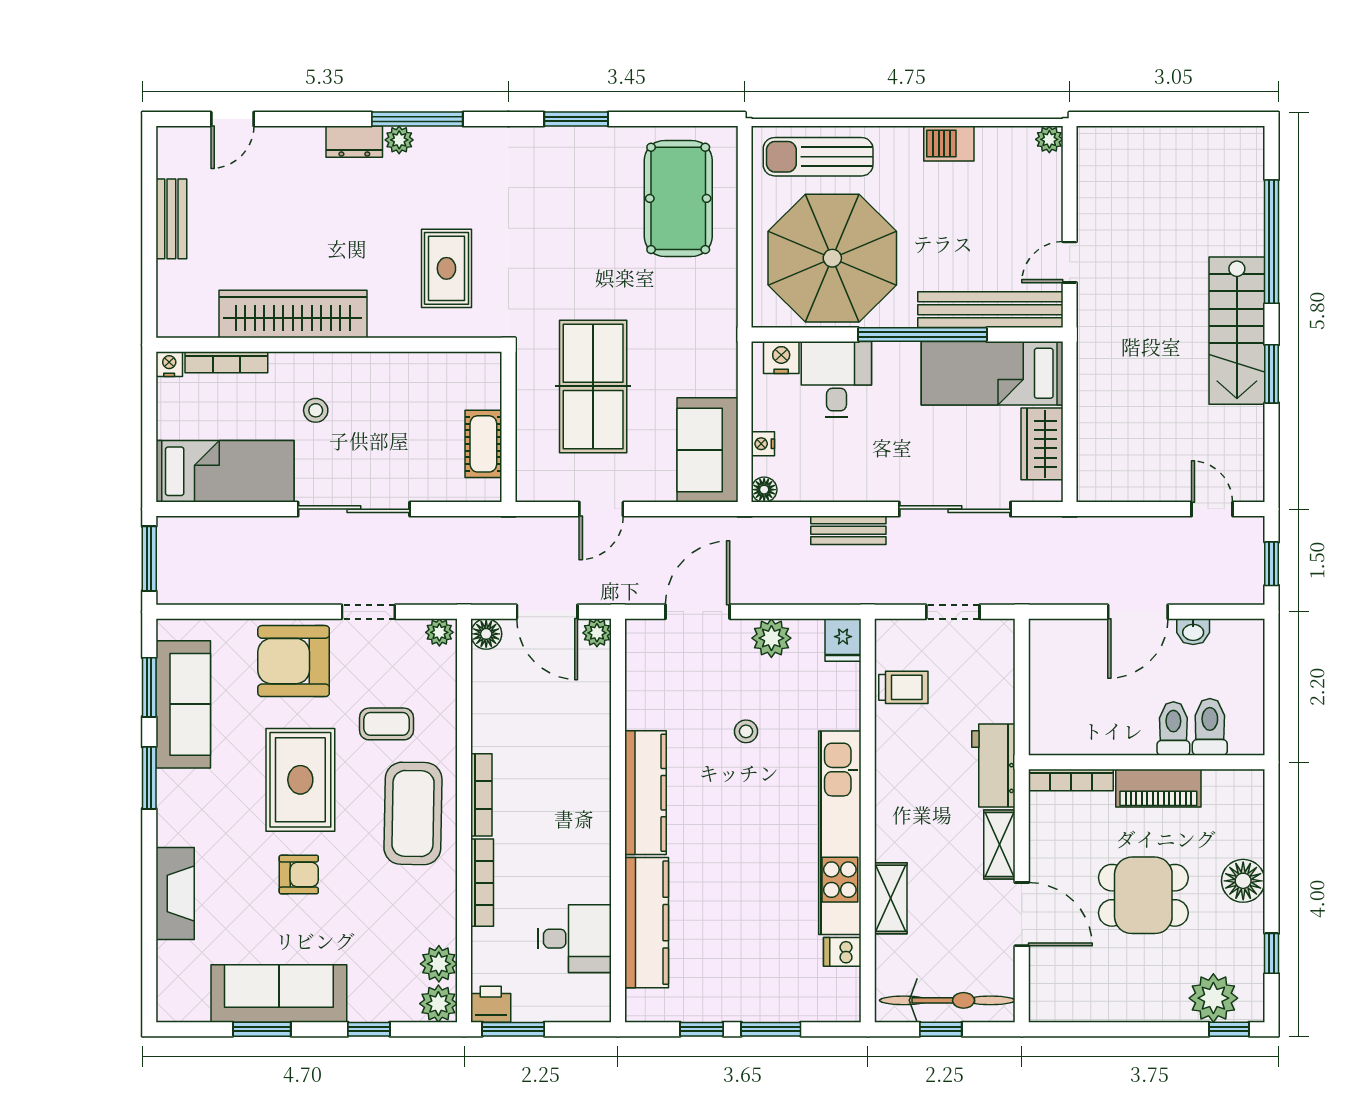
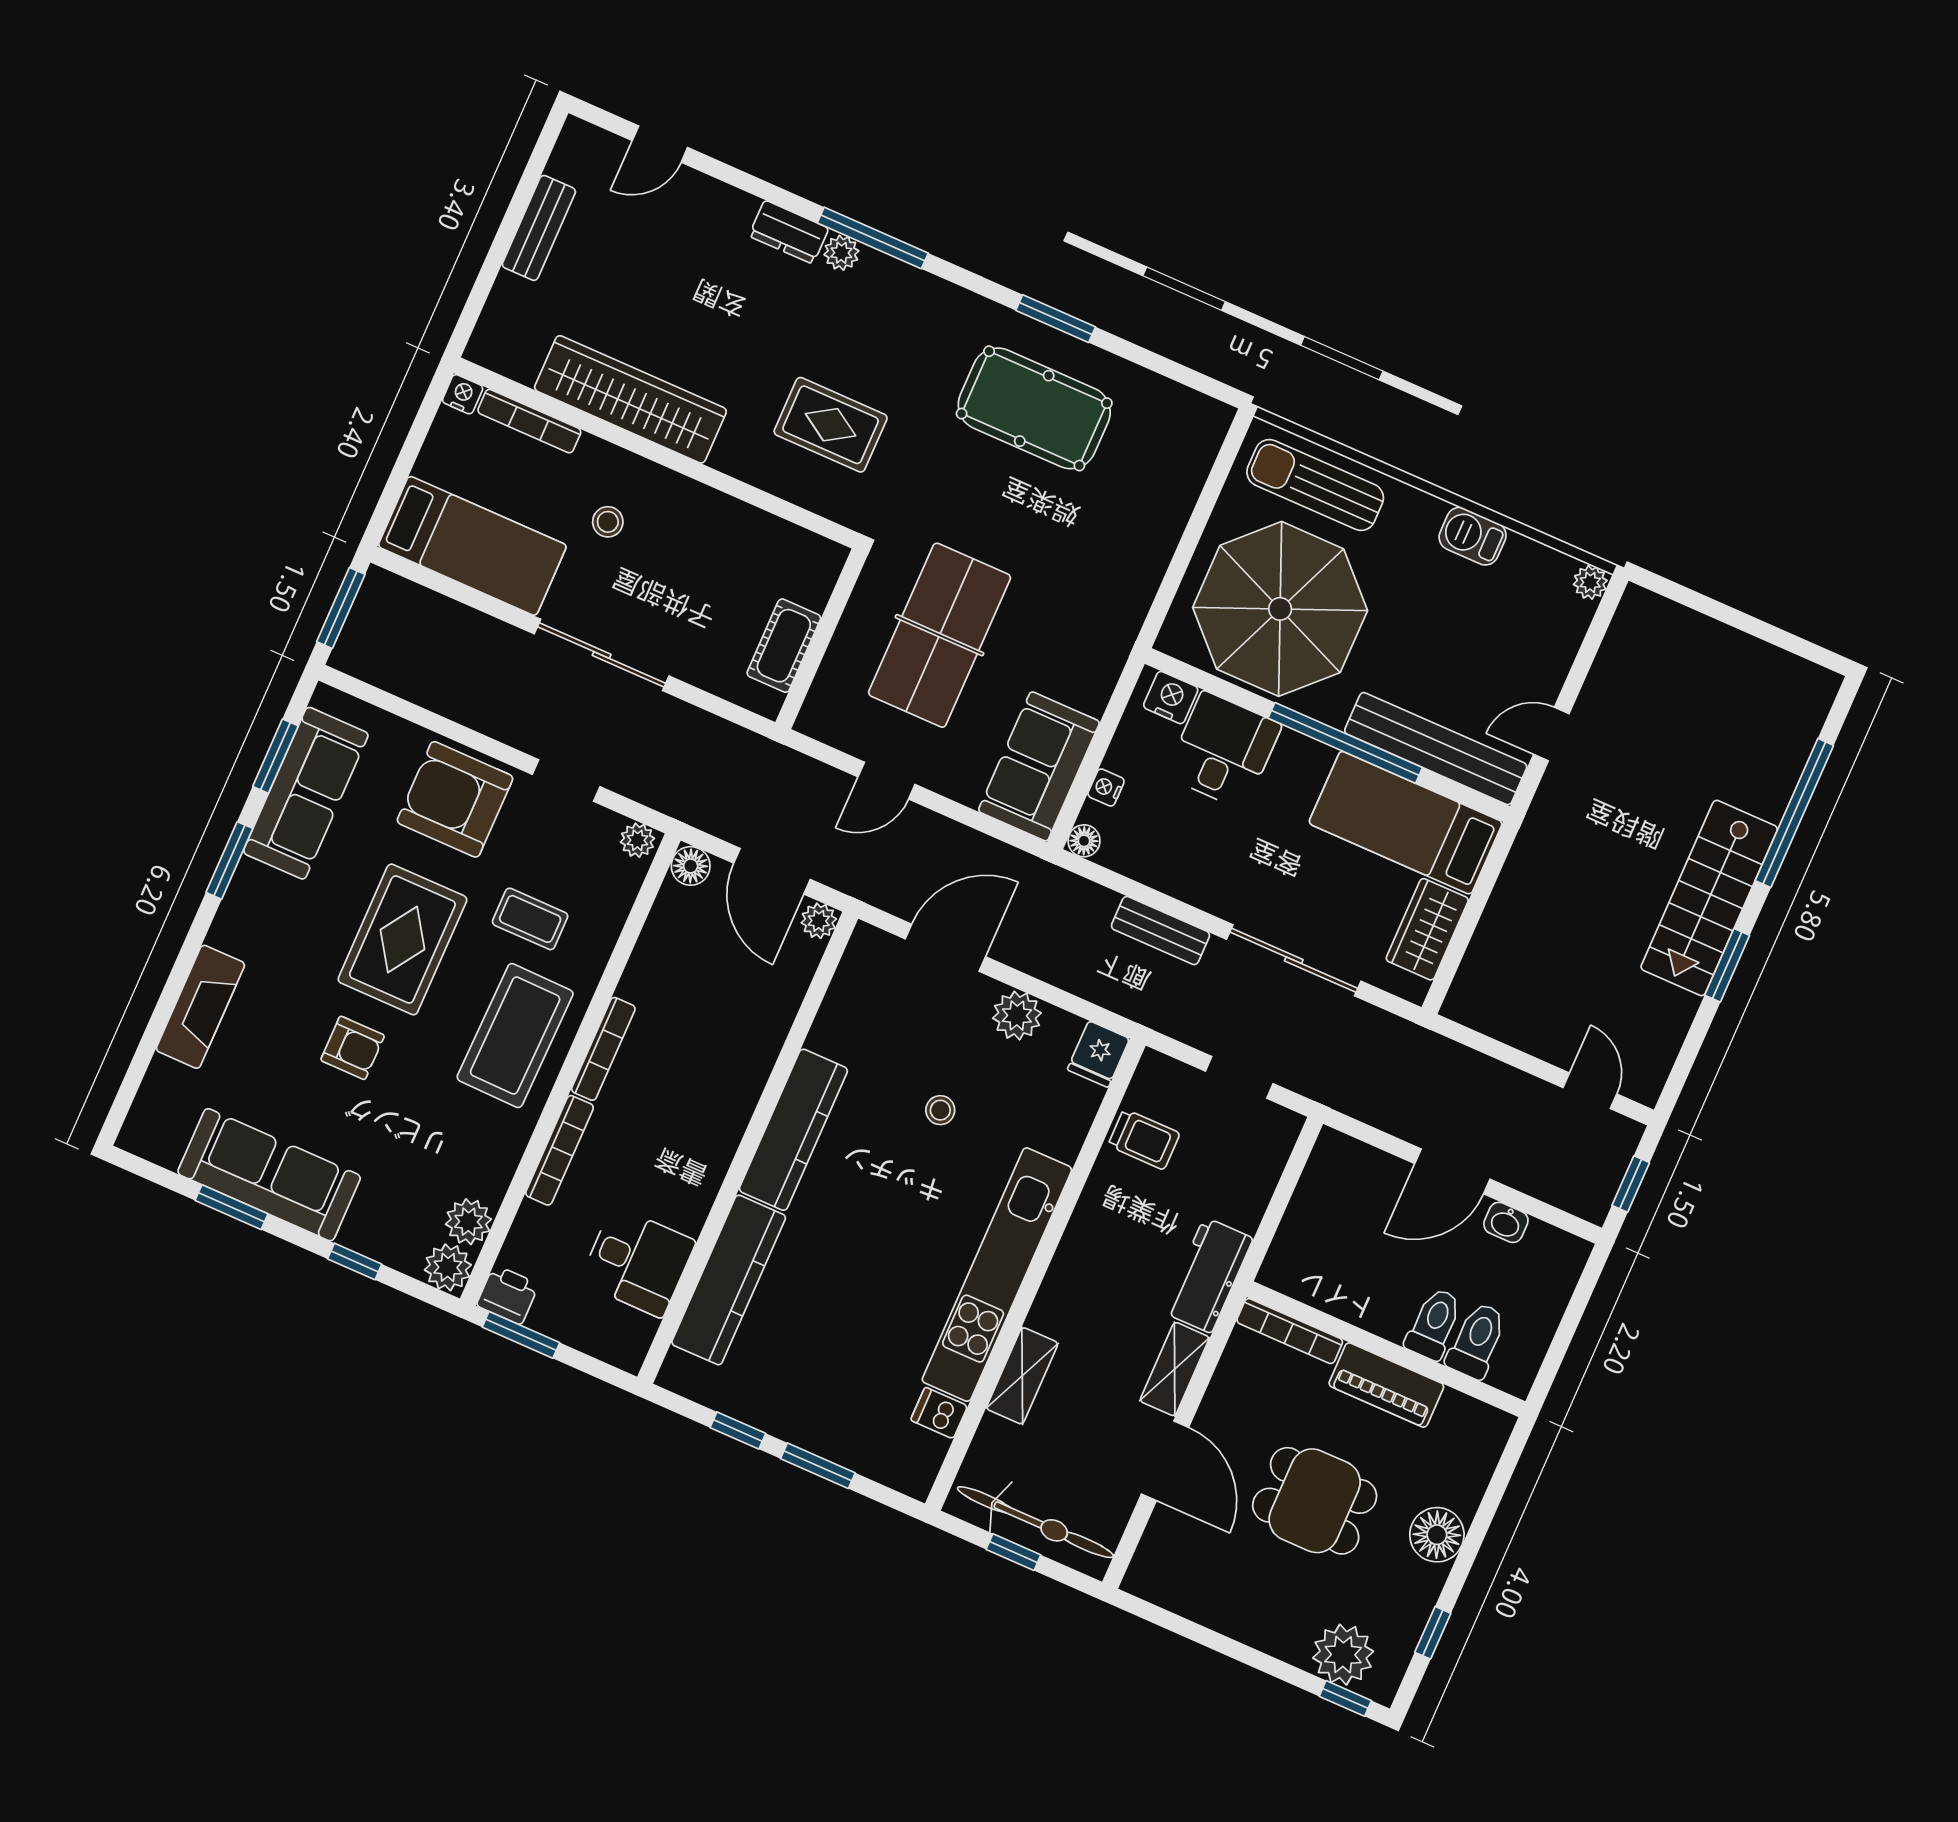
pool table: (678, 198) -> (1034, 408), moved, turned 90
rug: (446, 268) -> (831, 425), turned 90

